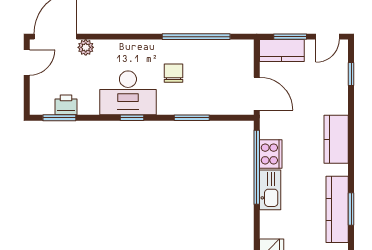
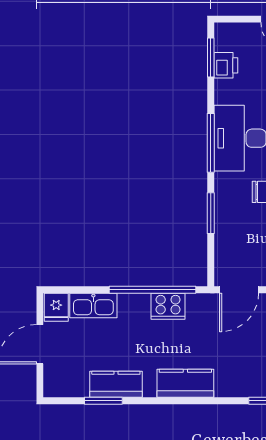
window: (132, 118) -> (211, 143), width x2.17
kitchen sink: (270, 190) -> (93, 305), moved
kitchen counter: (337, 209) -> (116, 384), width x0.67

